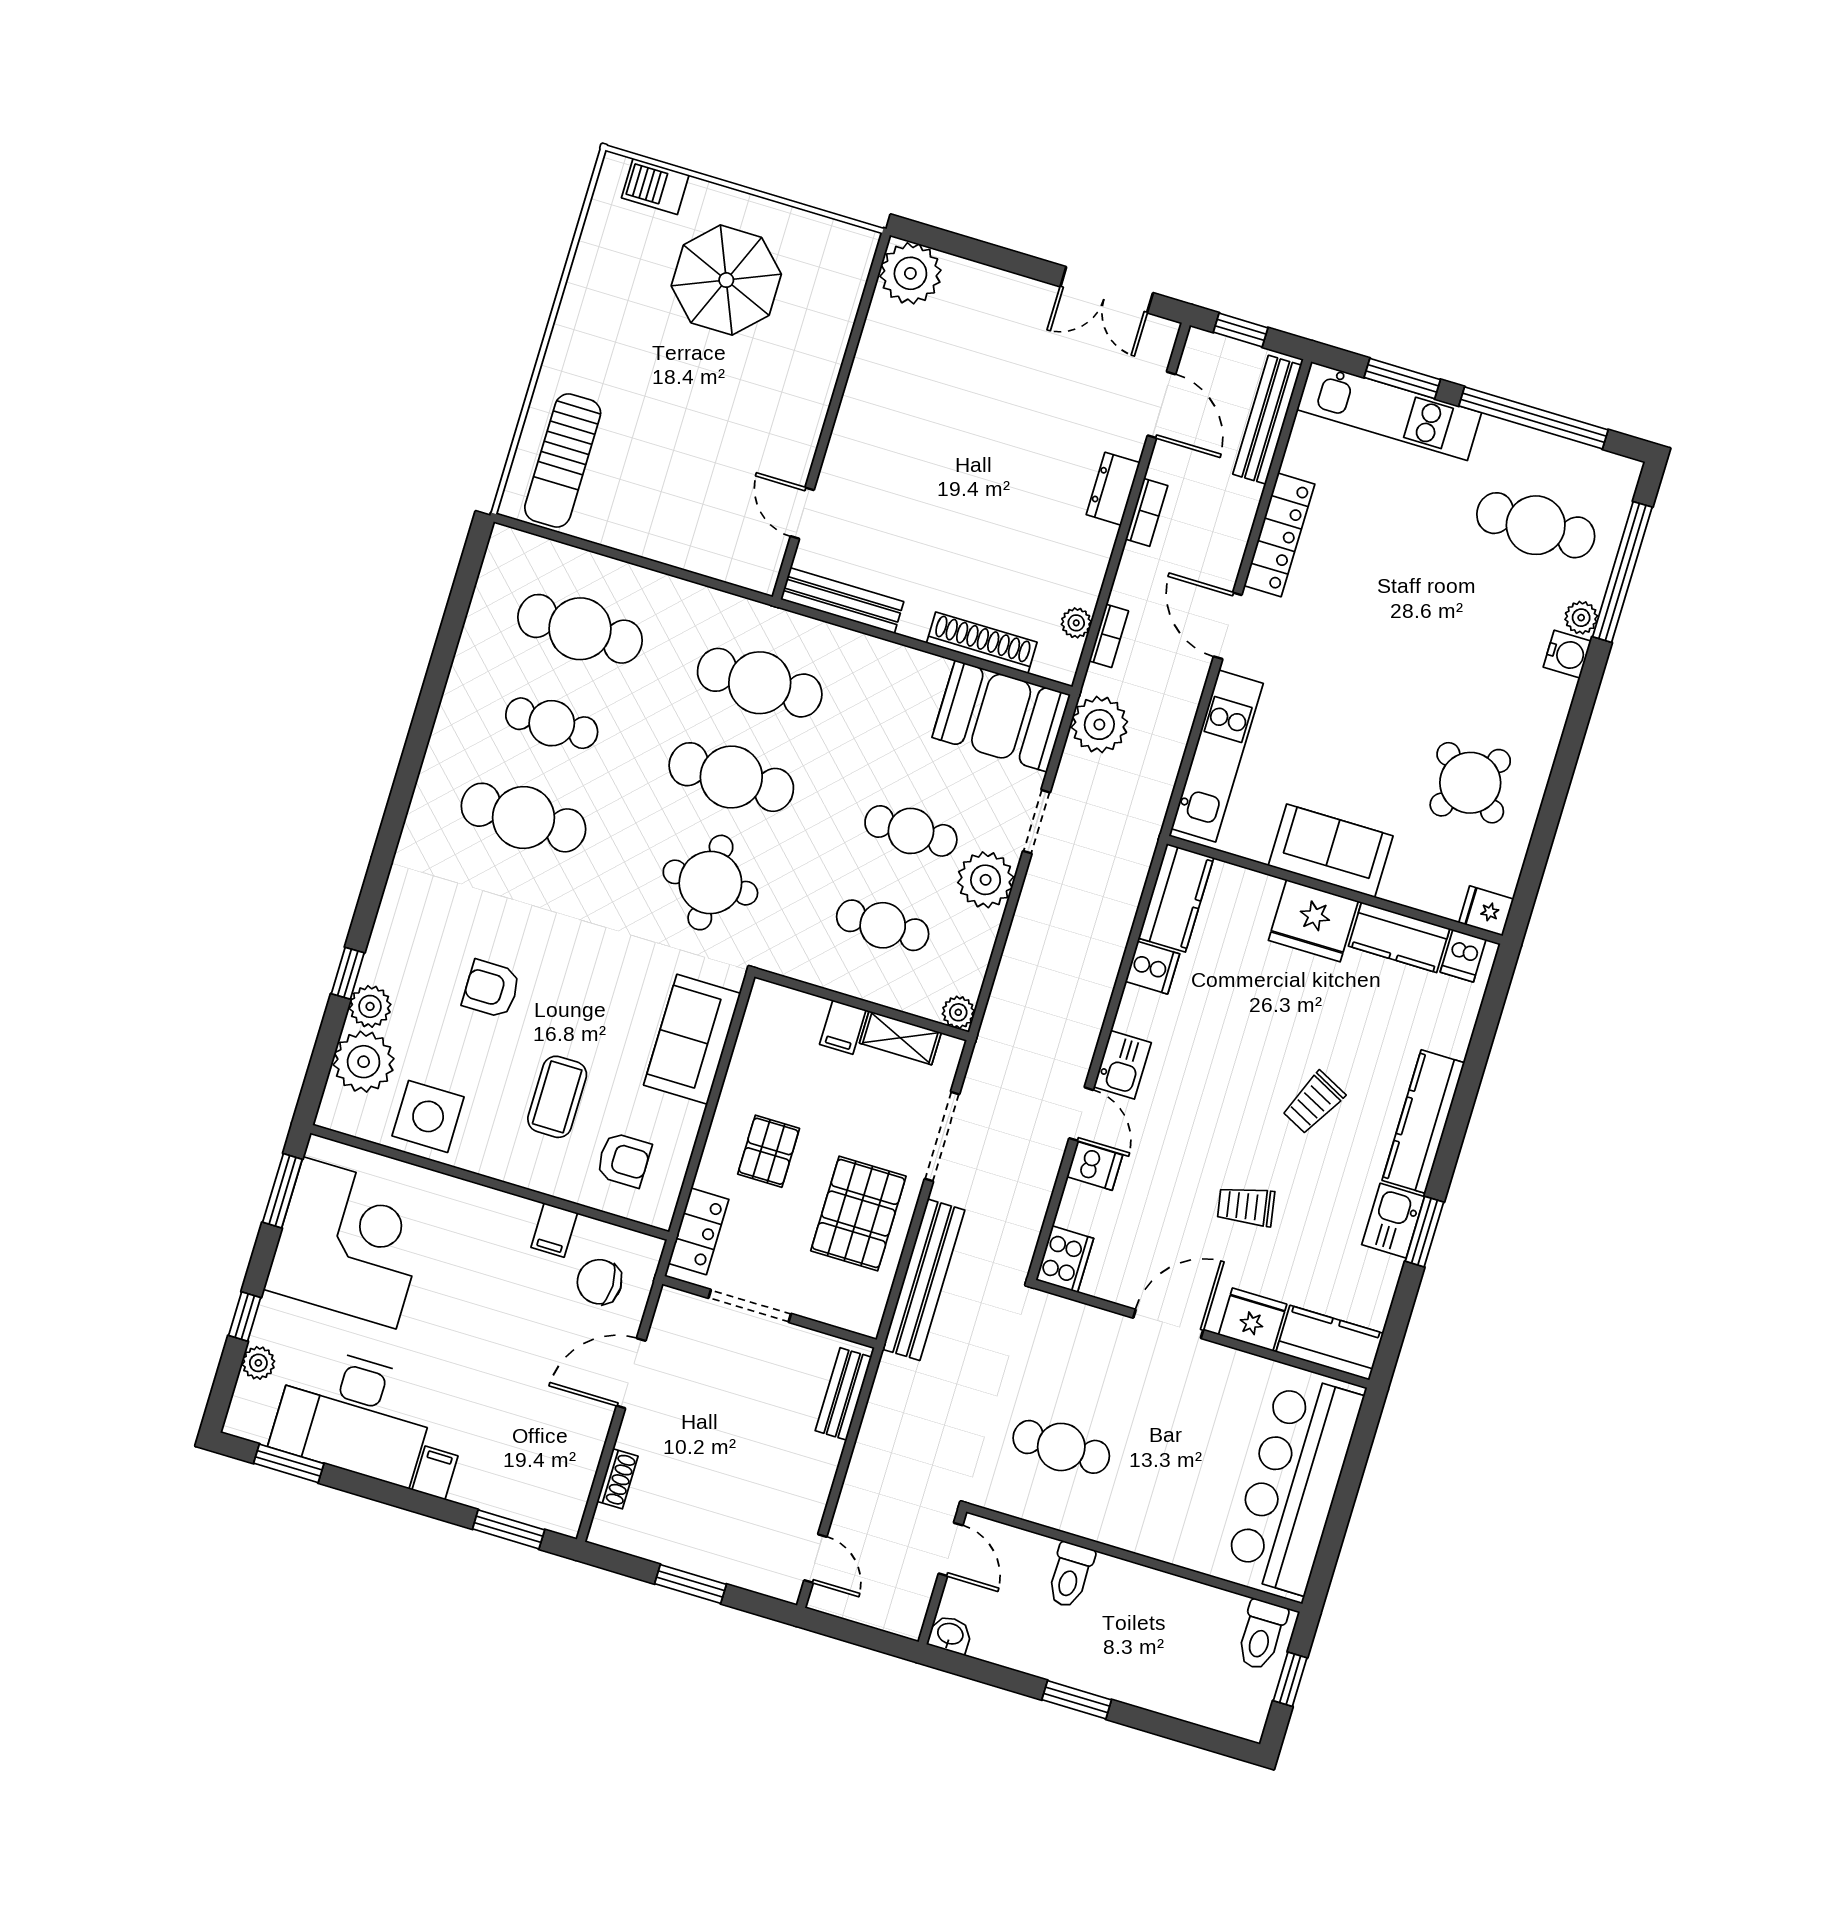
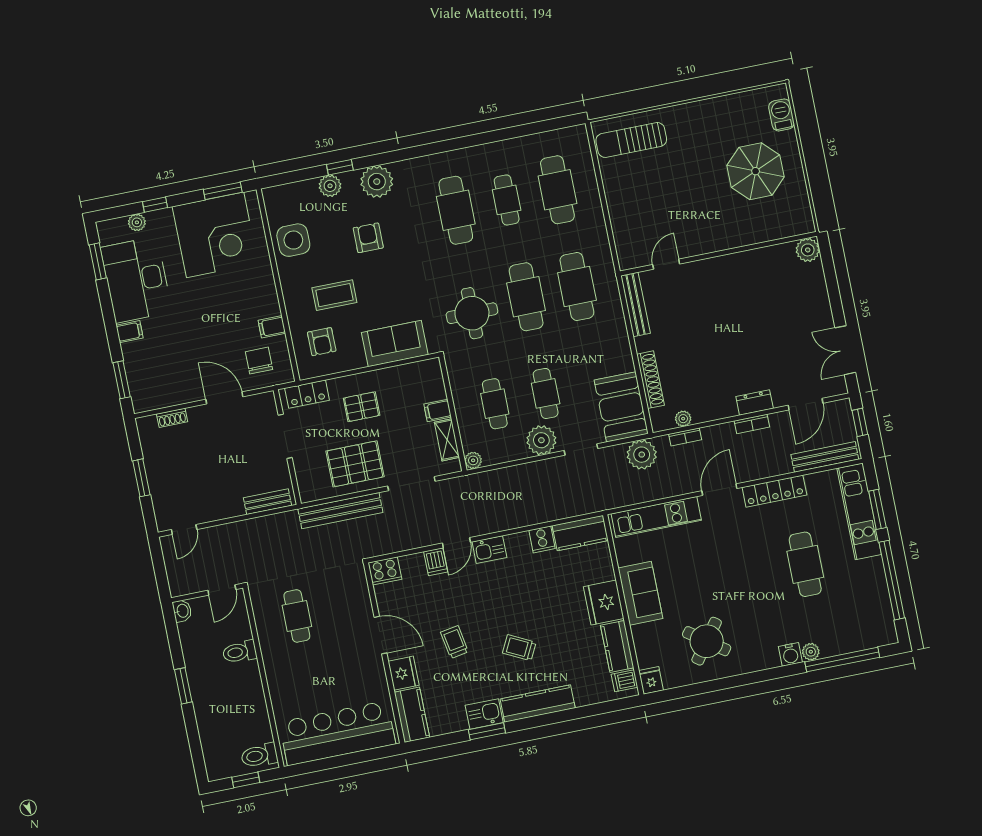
plant: (910, 273) -> (808, 250), width x0.73, depth x0.73
cafe table: (1536, 525) -> (805, 564), moved
plant: (364, 1062) -> (377, 182), moved

